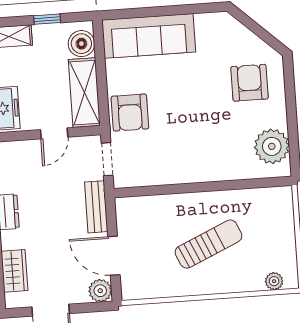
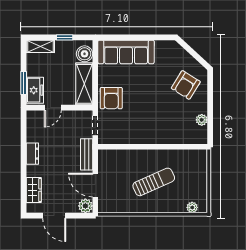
armchair: (250, 83) -> (186, 85), turned -148
door: (54, 133) -> (53, 108), moved
plant: (272, 146) -> (202, 120), width x0.53, depth x0.53

